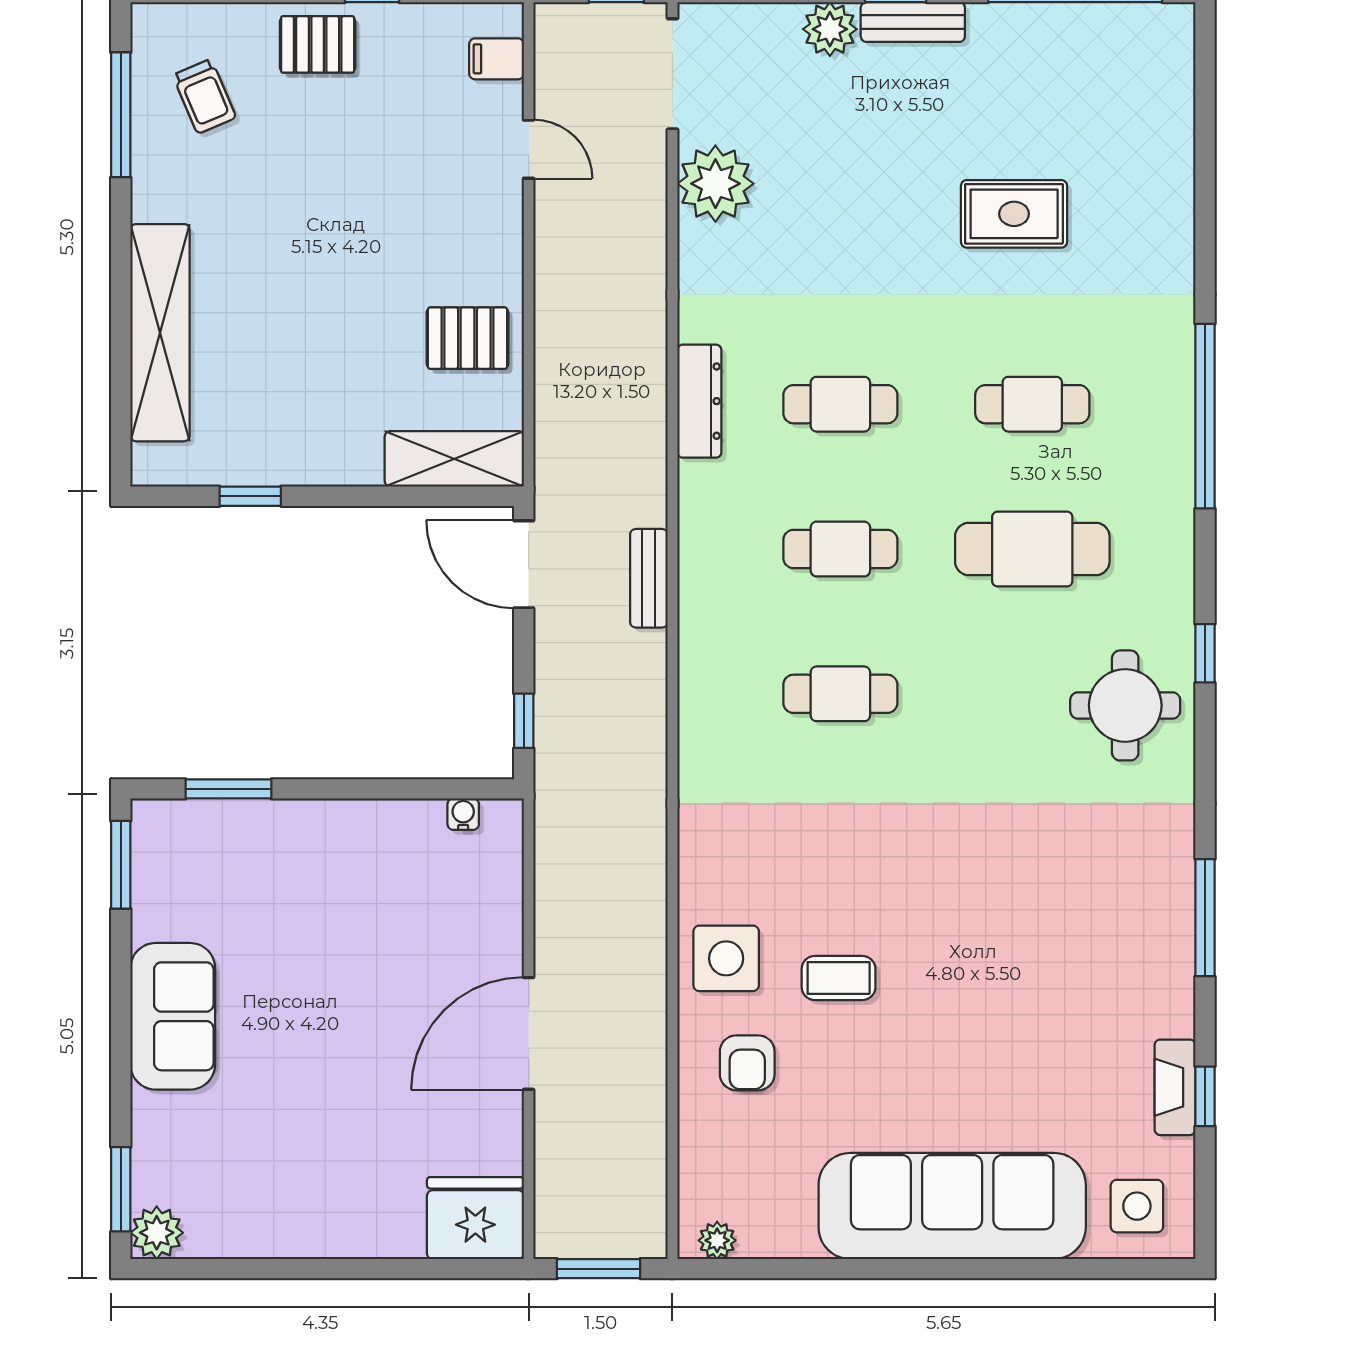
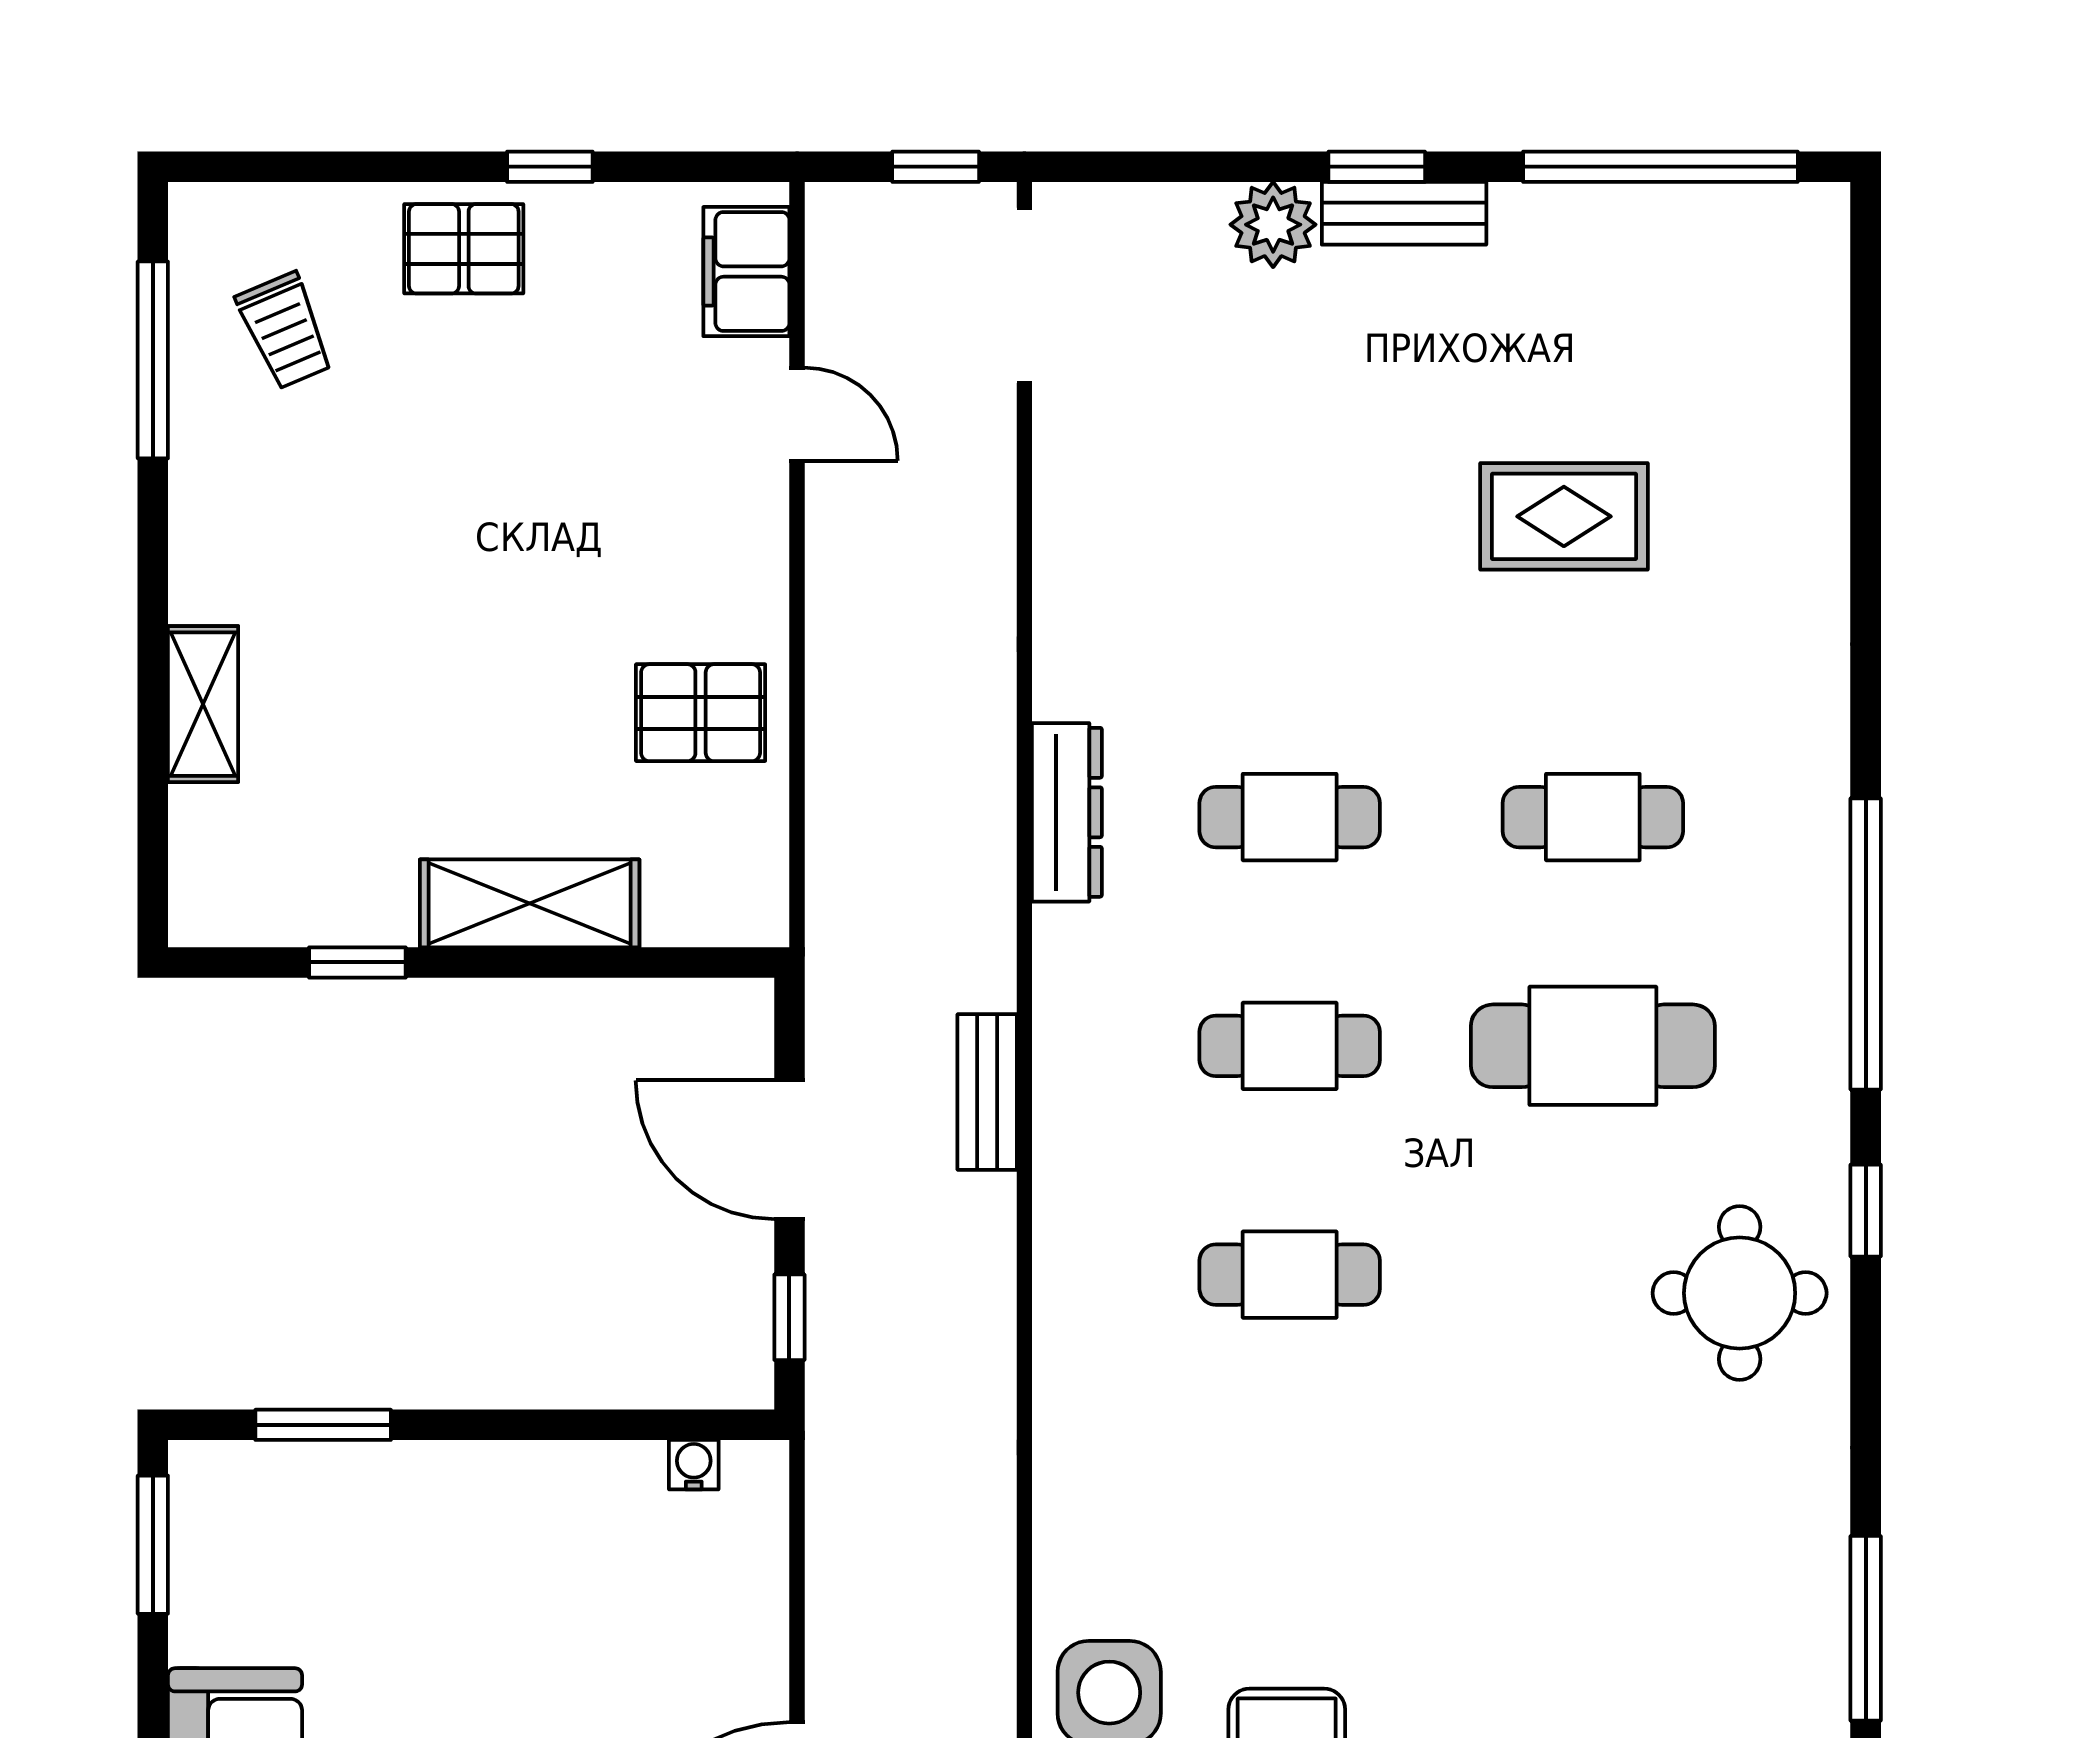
filing cabinet: (496, 59) -> (746, 272), width x2.00
plant: (715, 184) -> (1092, 469), removed
shelving: (160, 333) -> (203, 704), width x0.45, depth x0.75
window: (1205, 416) -> (1866, 944), moved
shelving: (454, 459) -> (530, 903), moved
door: (524, 564) -> (789, 1150), moved

